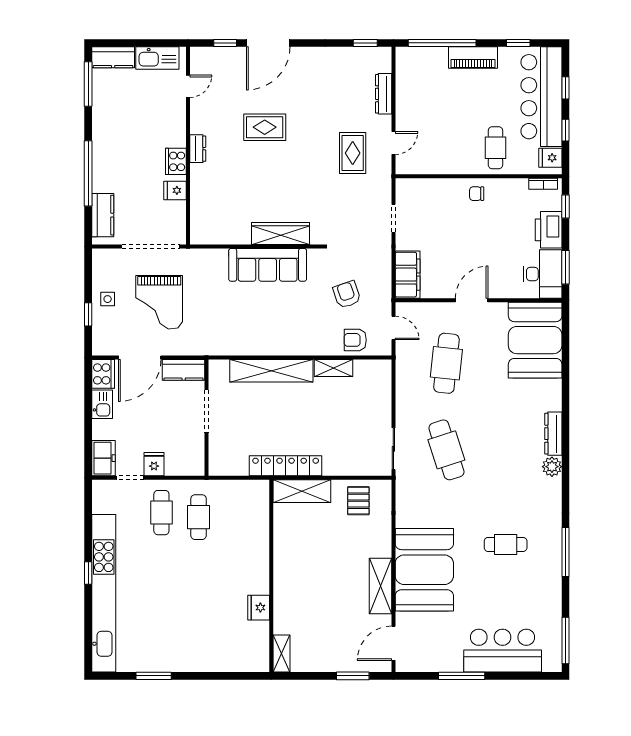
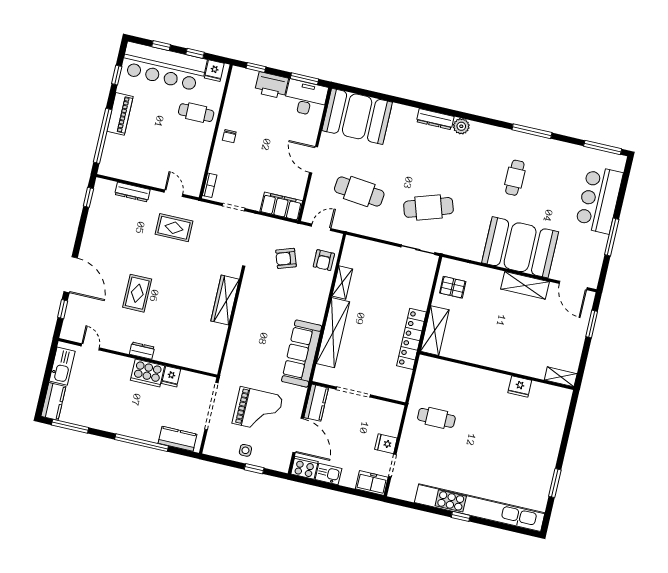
cooker: (176, 161) -> (148, 373), width x1.37, depth x1.31
bookcase: (543, 184) -> (210, 185), moved
sofa: (268, 265) -> (302, 354), moved, turned 180
cafe table: (161, 513) -> (426, 447), removed

